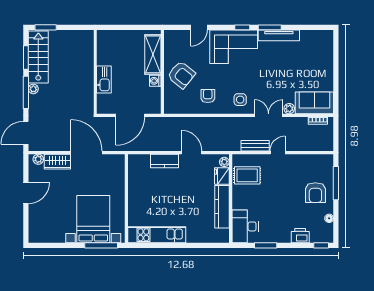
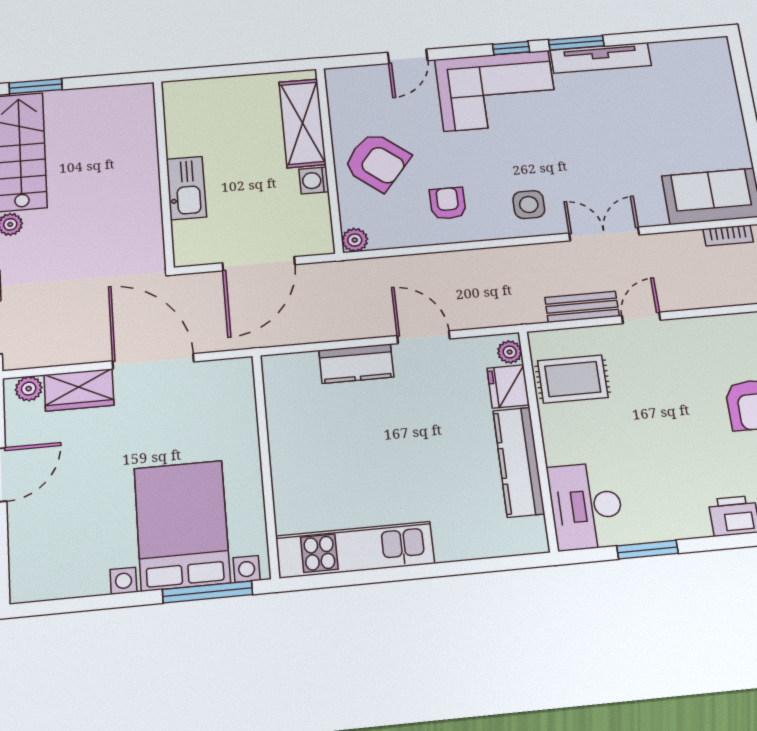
plant: (289, 109) -> (355, 240), moved

